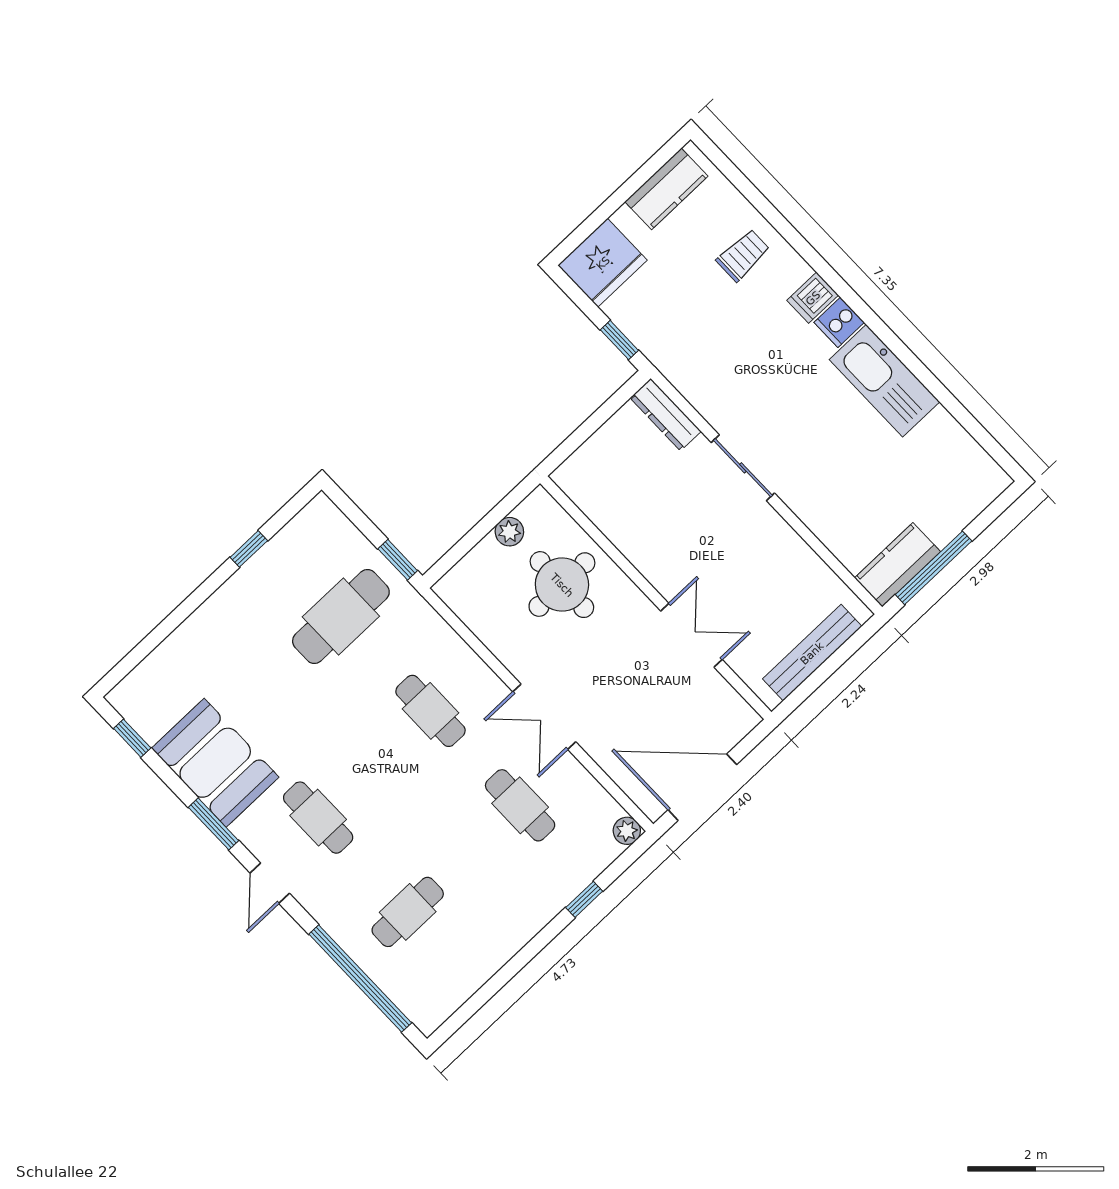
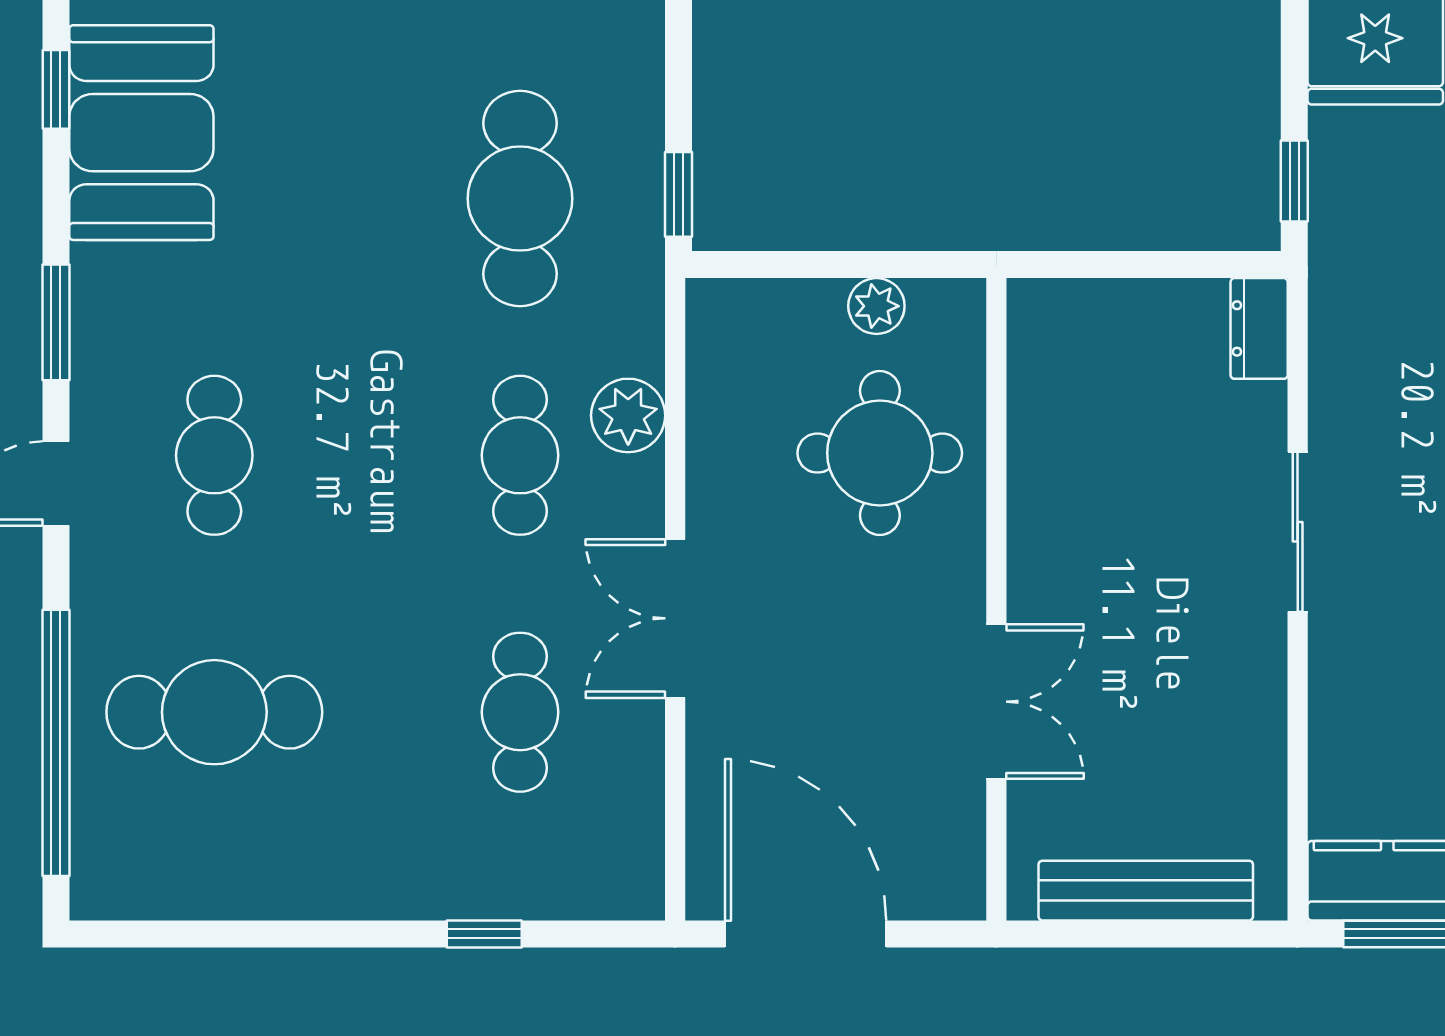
dresser: (666, 415) -> (1259, 328), width x0.70
cafe table: (341, 617) -> (520, 199), turned 90
booth: (215, 763) -> (141, 133), moved
plant: (627, 831) -> (628, 415), moved, width x1.38, depth x1.38
cafe table: (408, 912) -> (214, 712), width x1.37, depth x1.35

